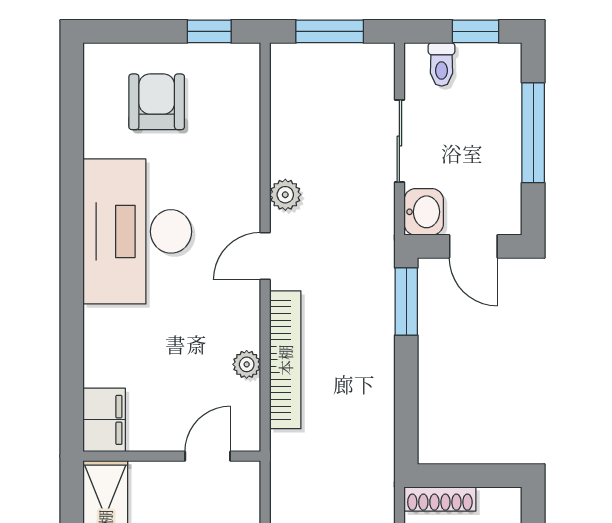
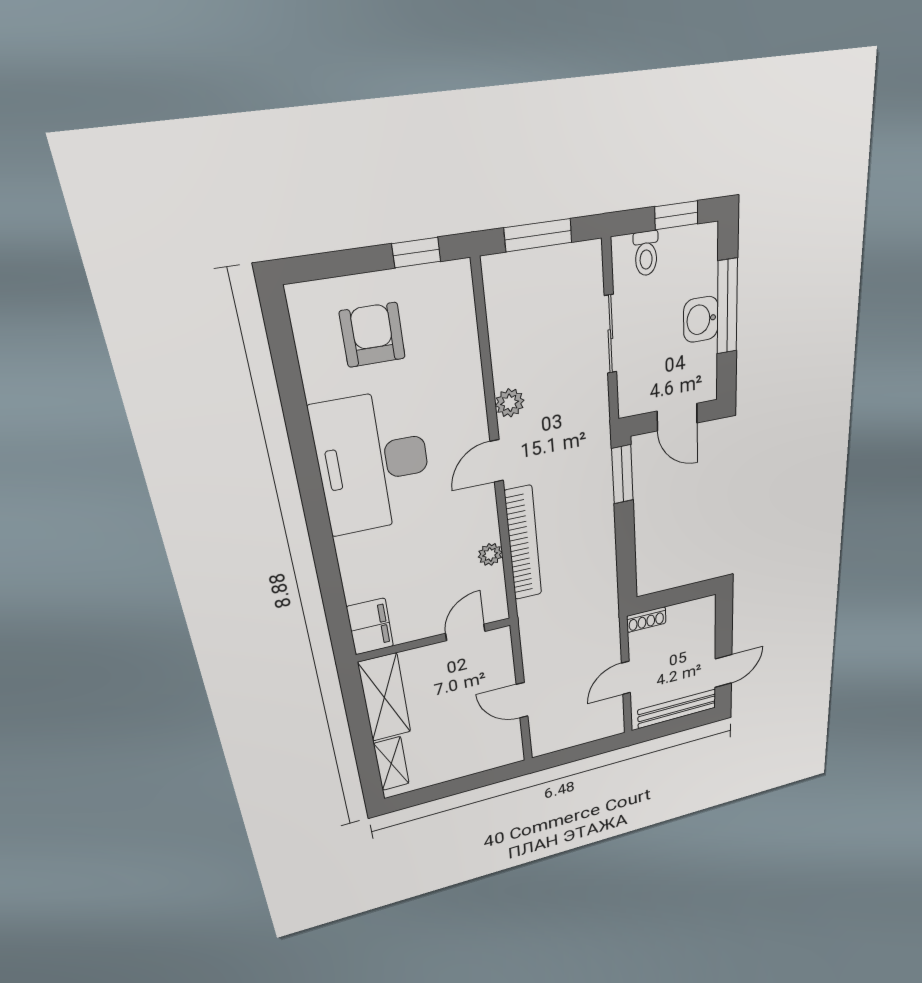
washbasin: (424, 212) -> (701, 319), moved, turned 180
shoe rack: (440, 499) -> (646, 620), width x0.70

